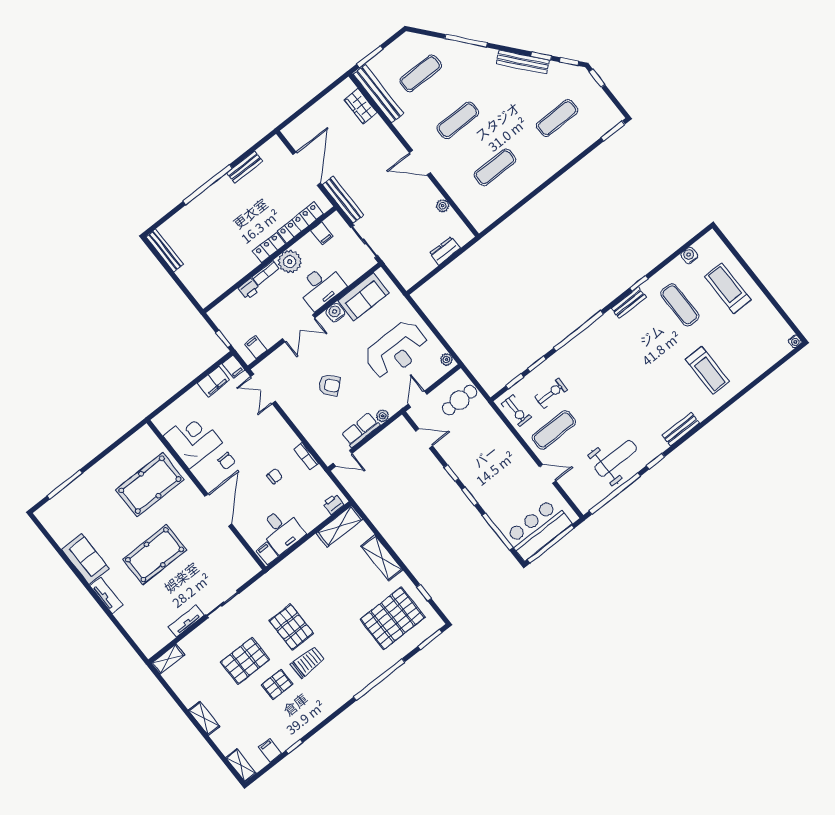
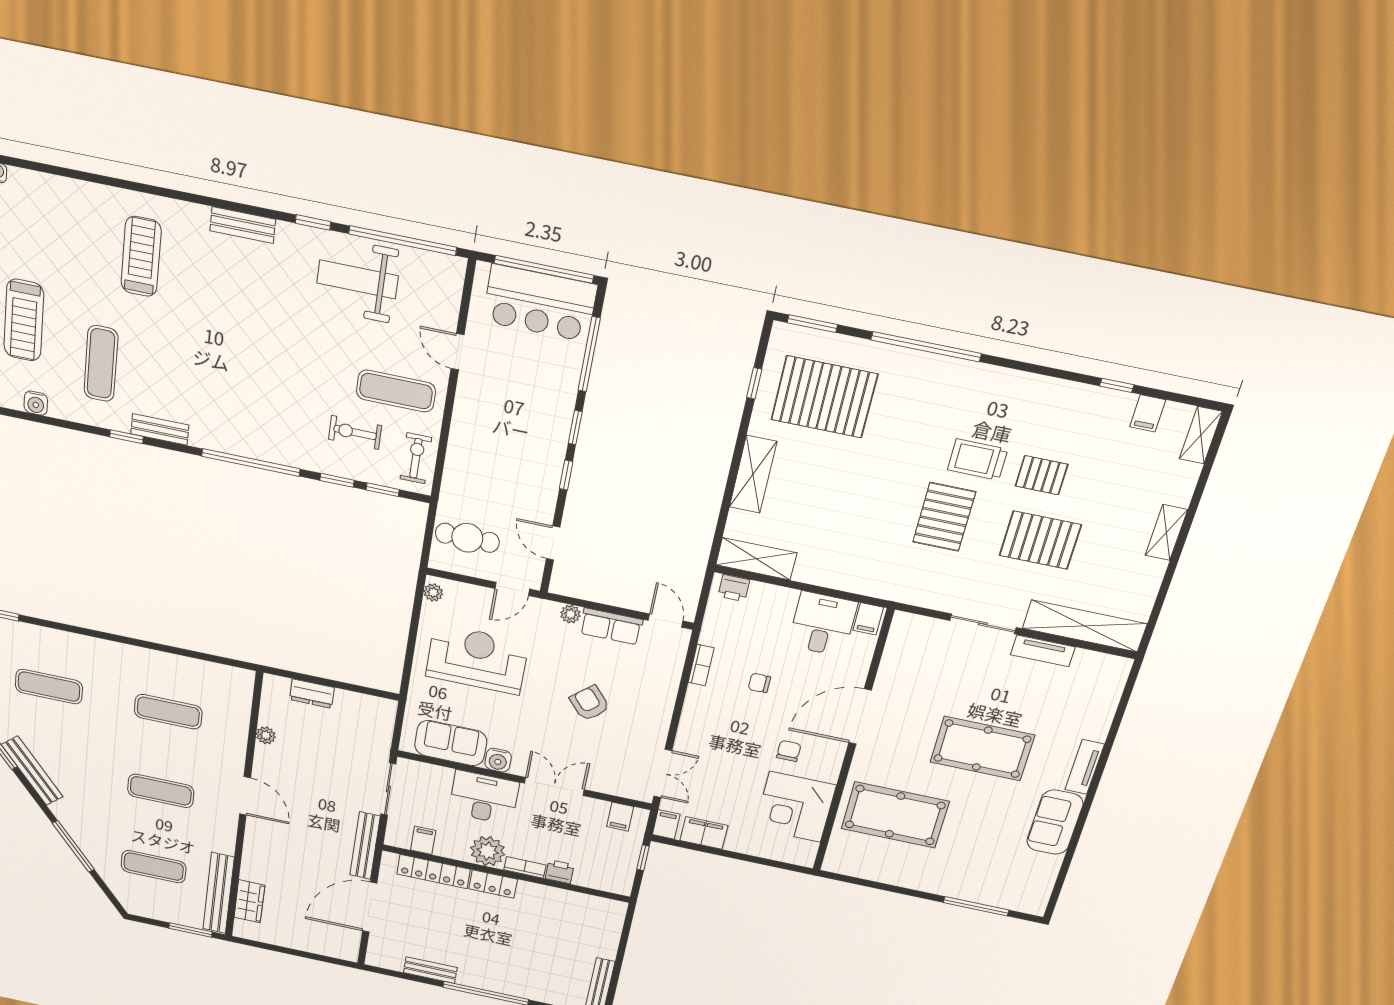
shelving: (168, 659) -> (1085, 626), width x2.20, depth x1.33

